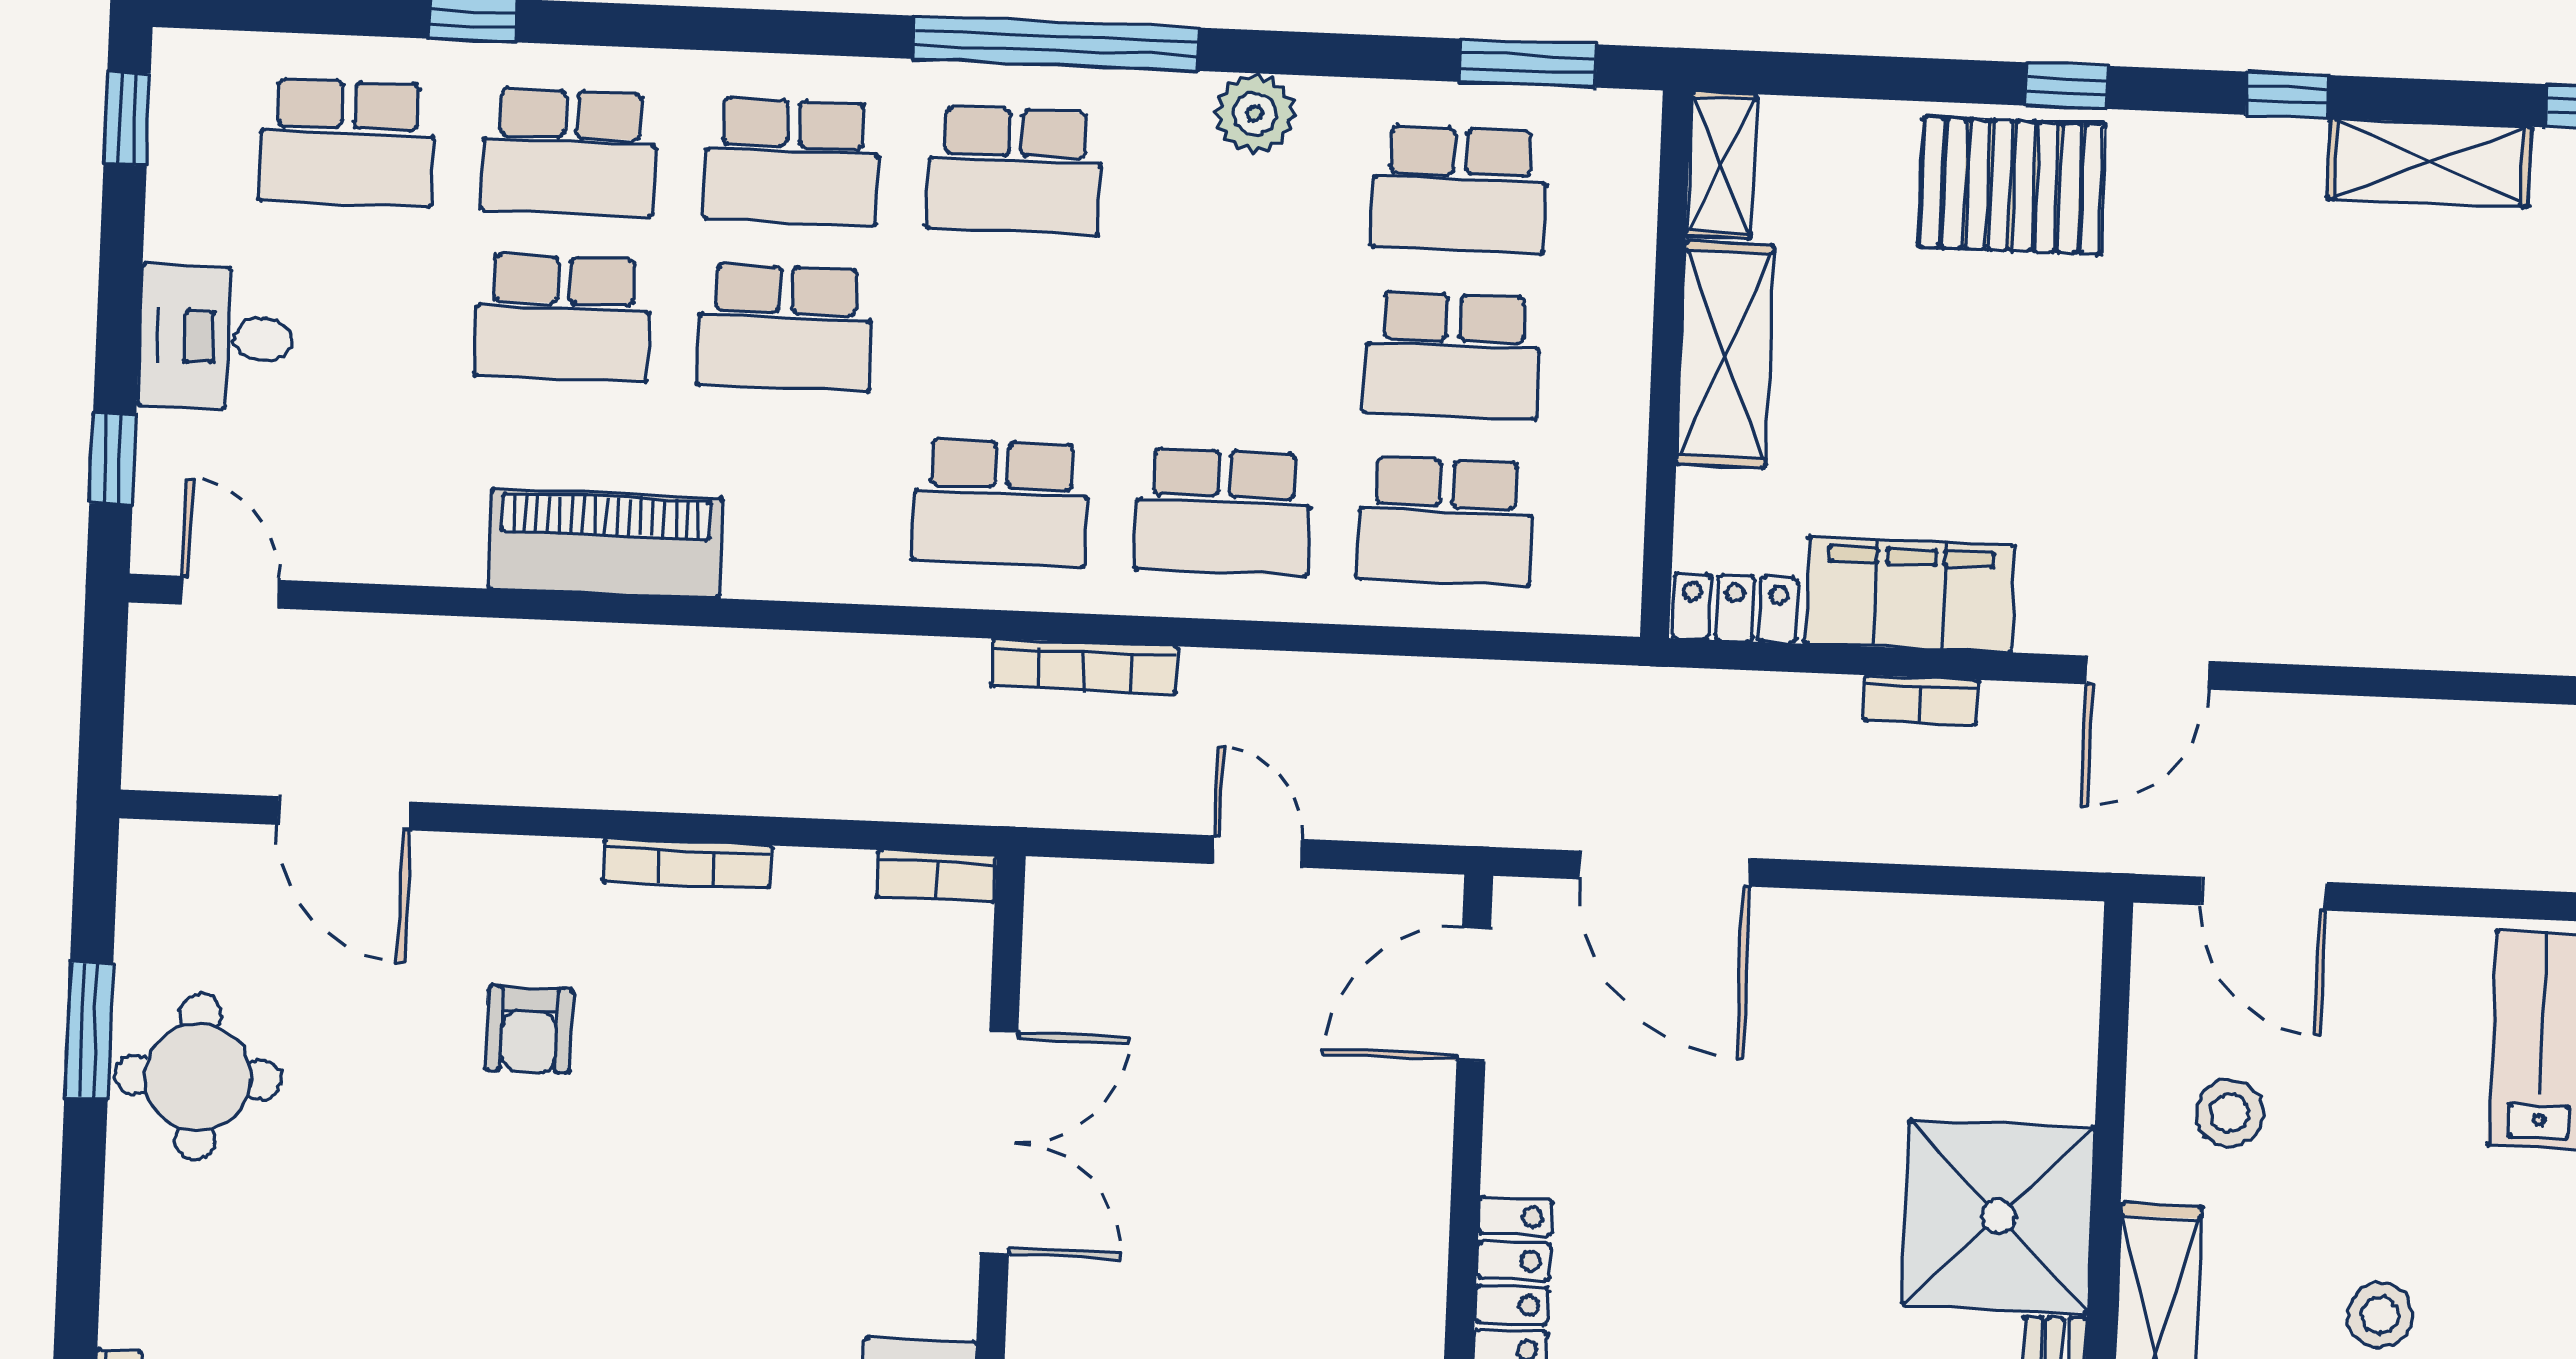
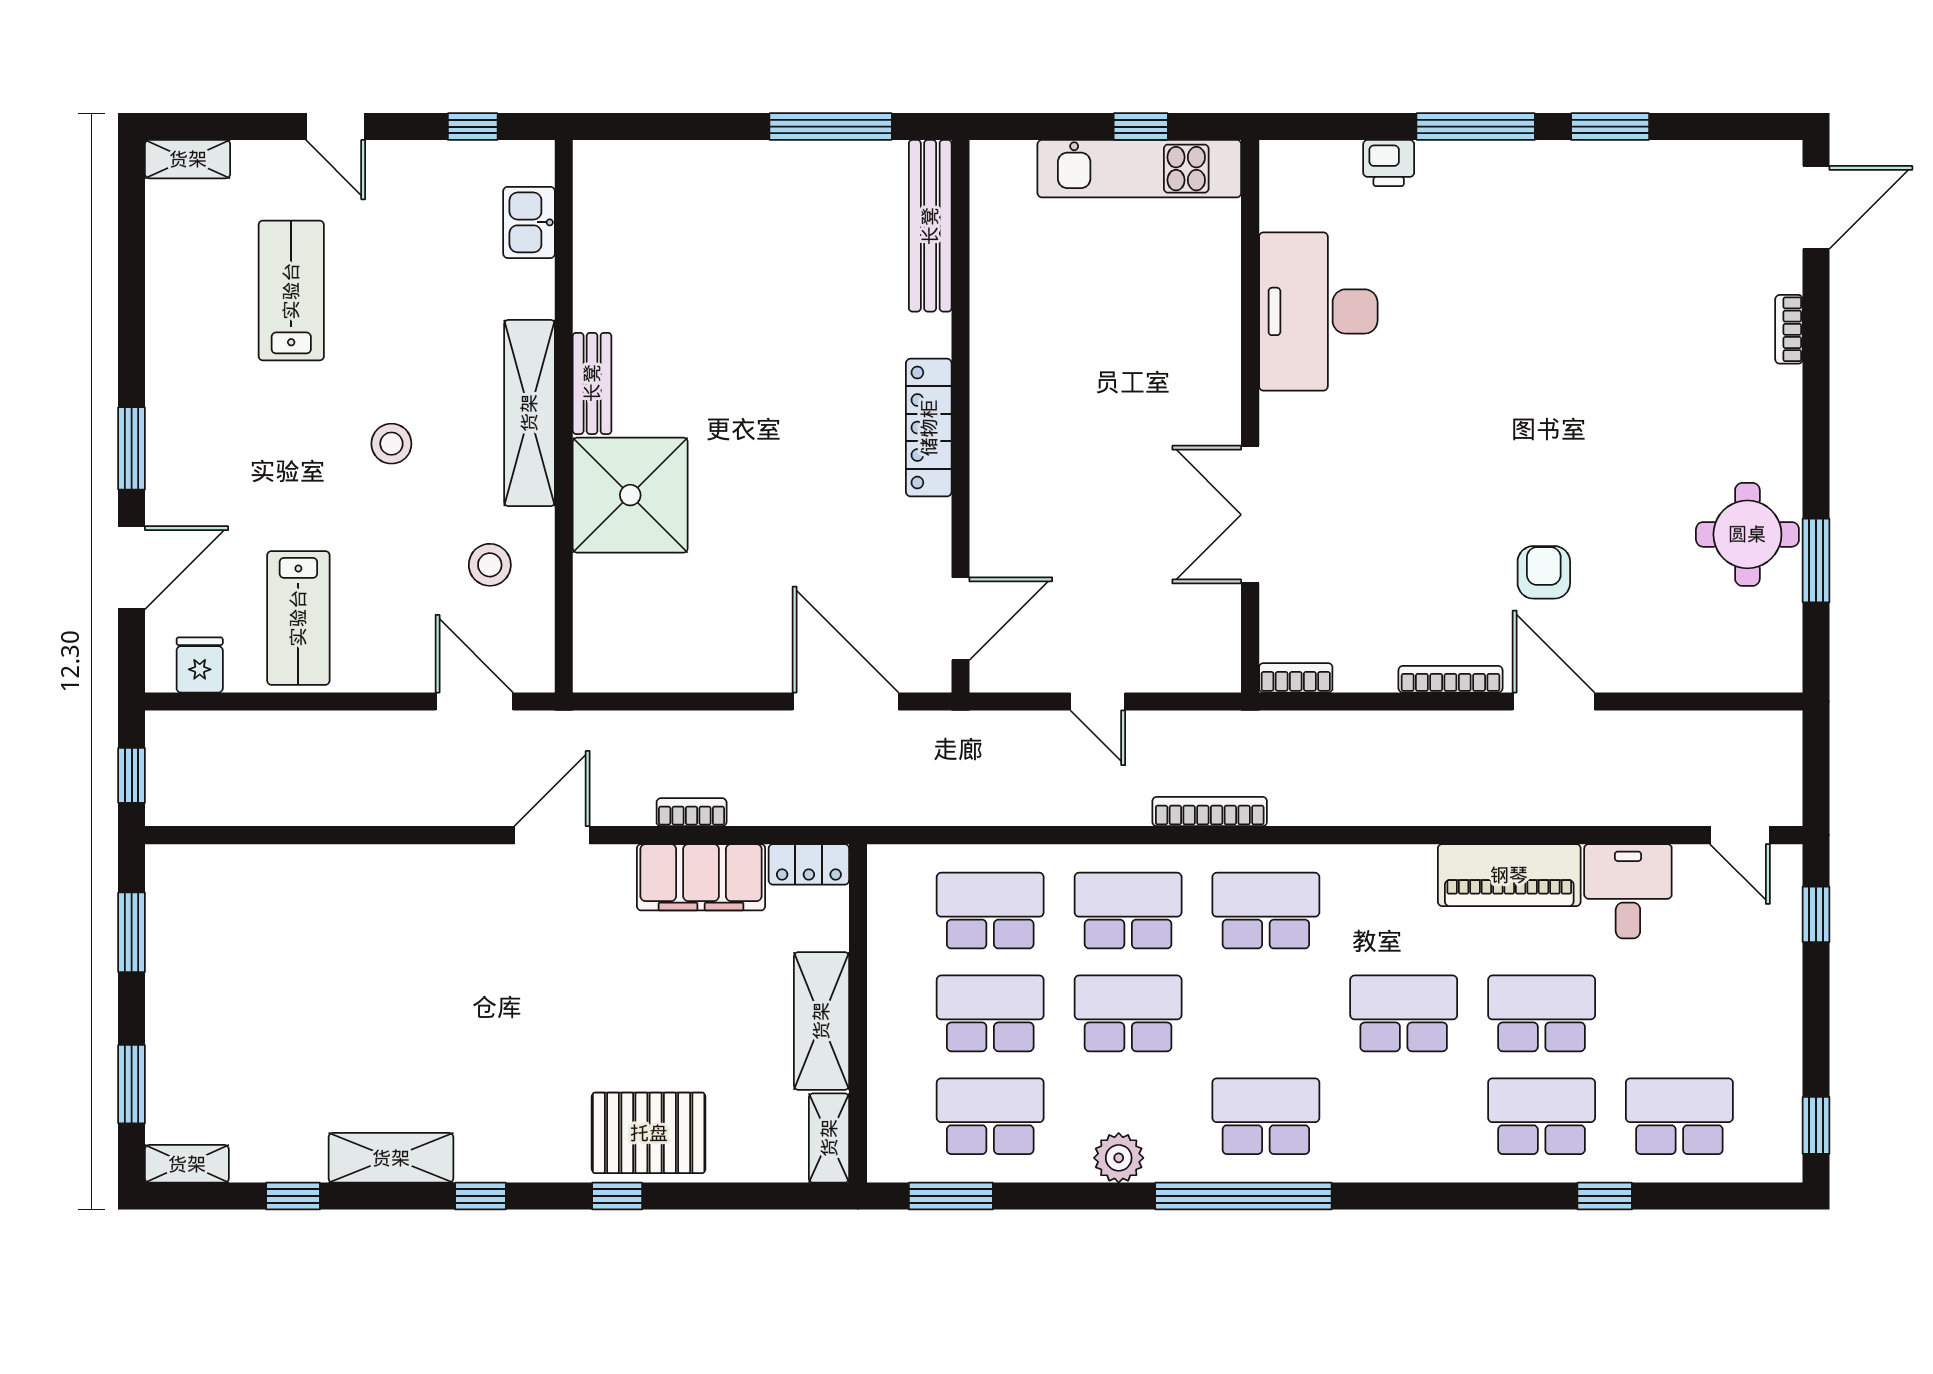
school desk: (792, 161) -> (1128, 1013), moved
desk: (216, 338) -> (1628, 891), moved, turned -90
door: (344, 813) -> (1554, 701), moved

